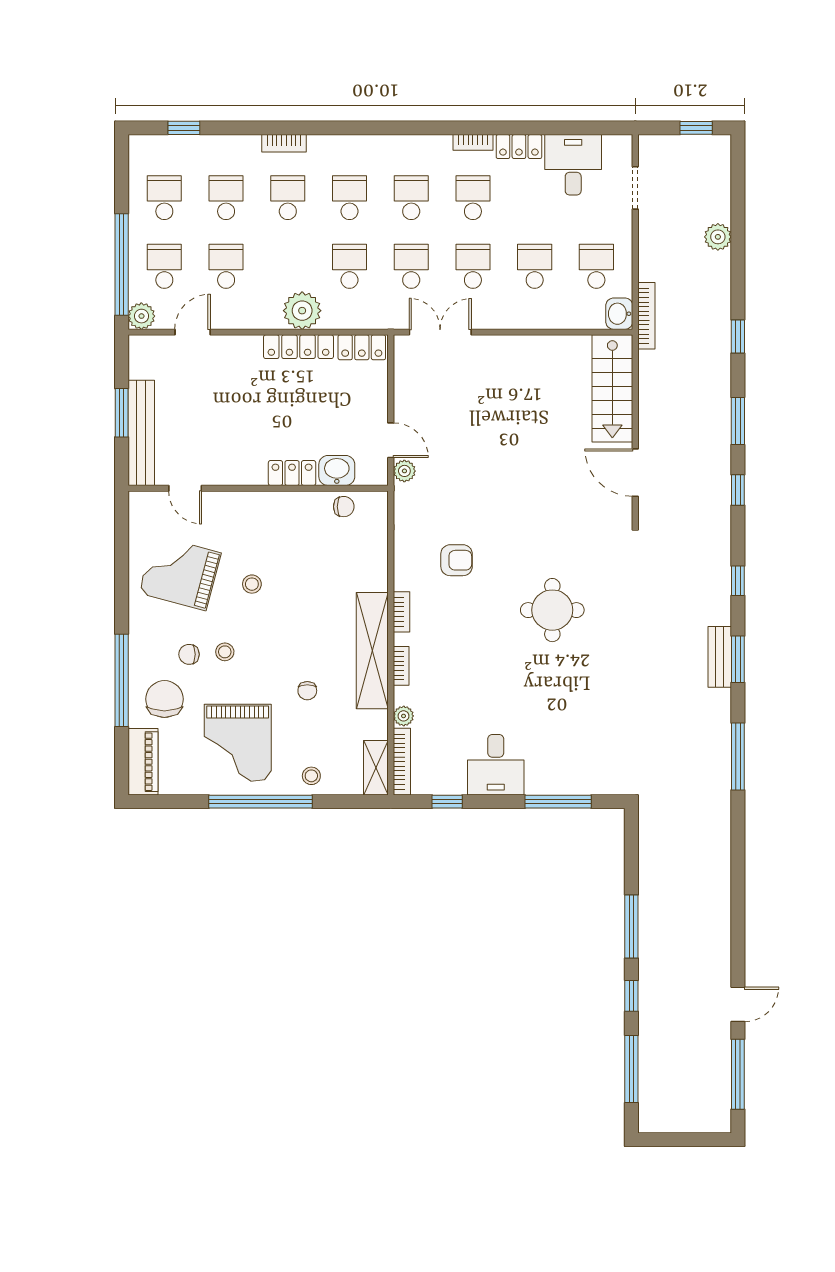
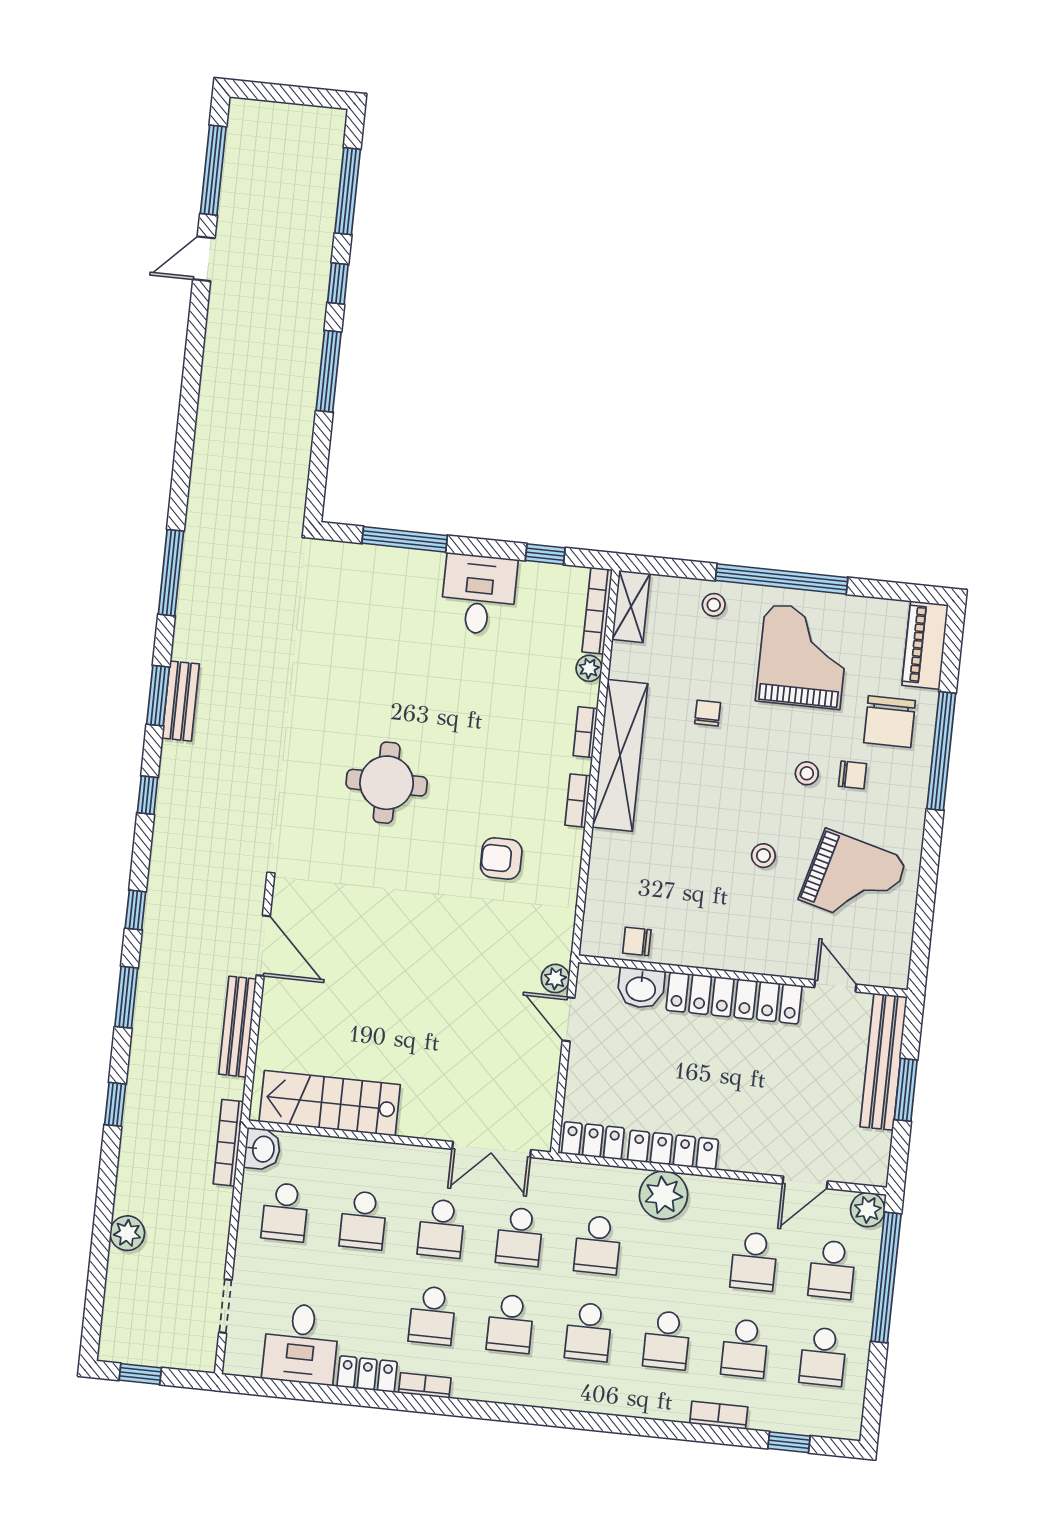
bookcase: (284, 143) -> (719, 1415), moved
stairs: (612, 388) -> (330, 1103), moved, turned -90
bench: (649, 407) -> (238, 1027), added
locker: (292, 473) -> (734, 998), width x2.16, depth x1.21

